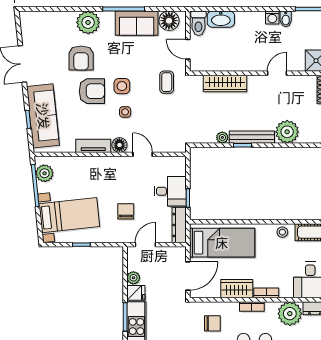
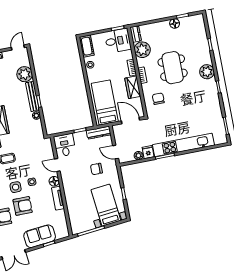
armchair: (92, 91) -> (23, 206), turned 90
sofa: (43, 116) -> (40, 236), width x0.73
door: (143, 154) -> (57, 165), hinge flipped
plant: (45, 173) -> (82, 226), removed
desk: (170, 191) -> (65, 145), moved

